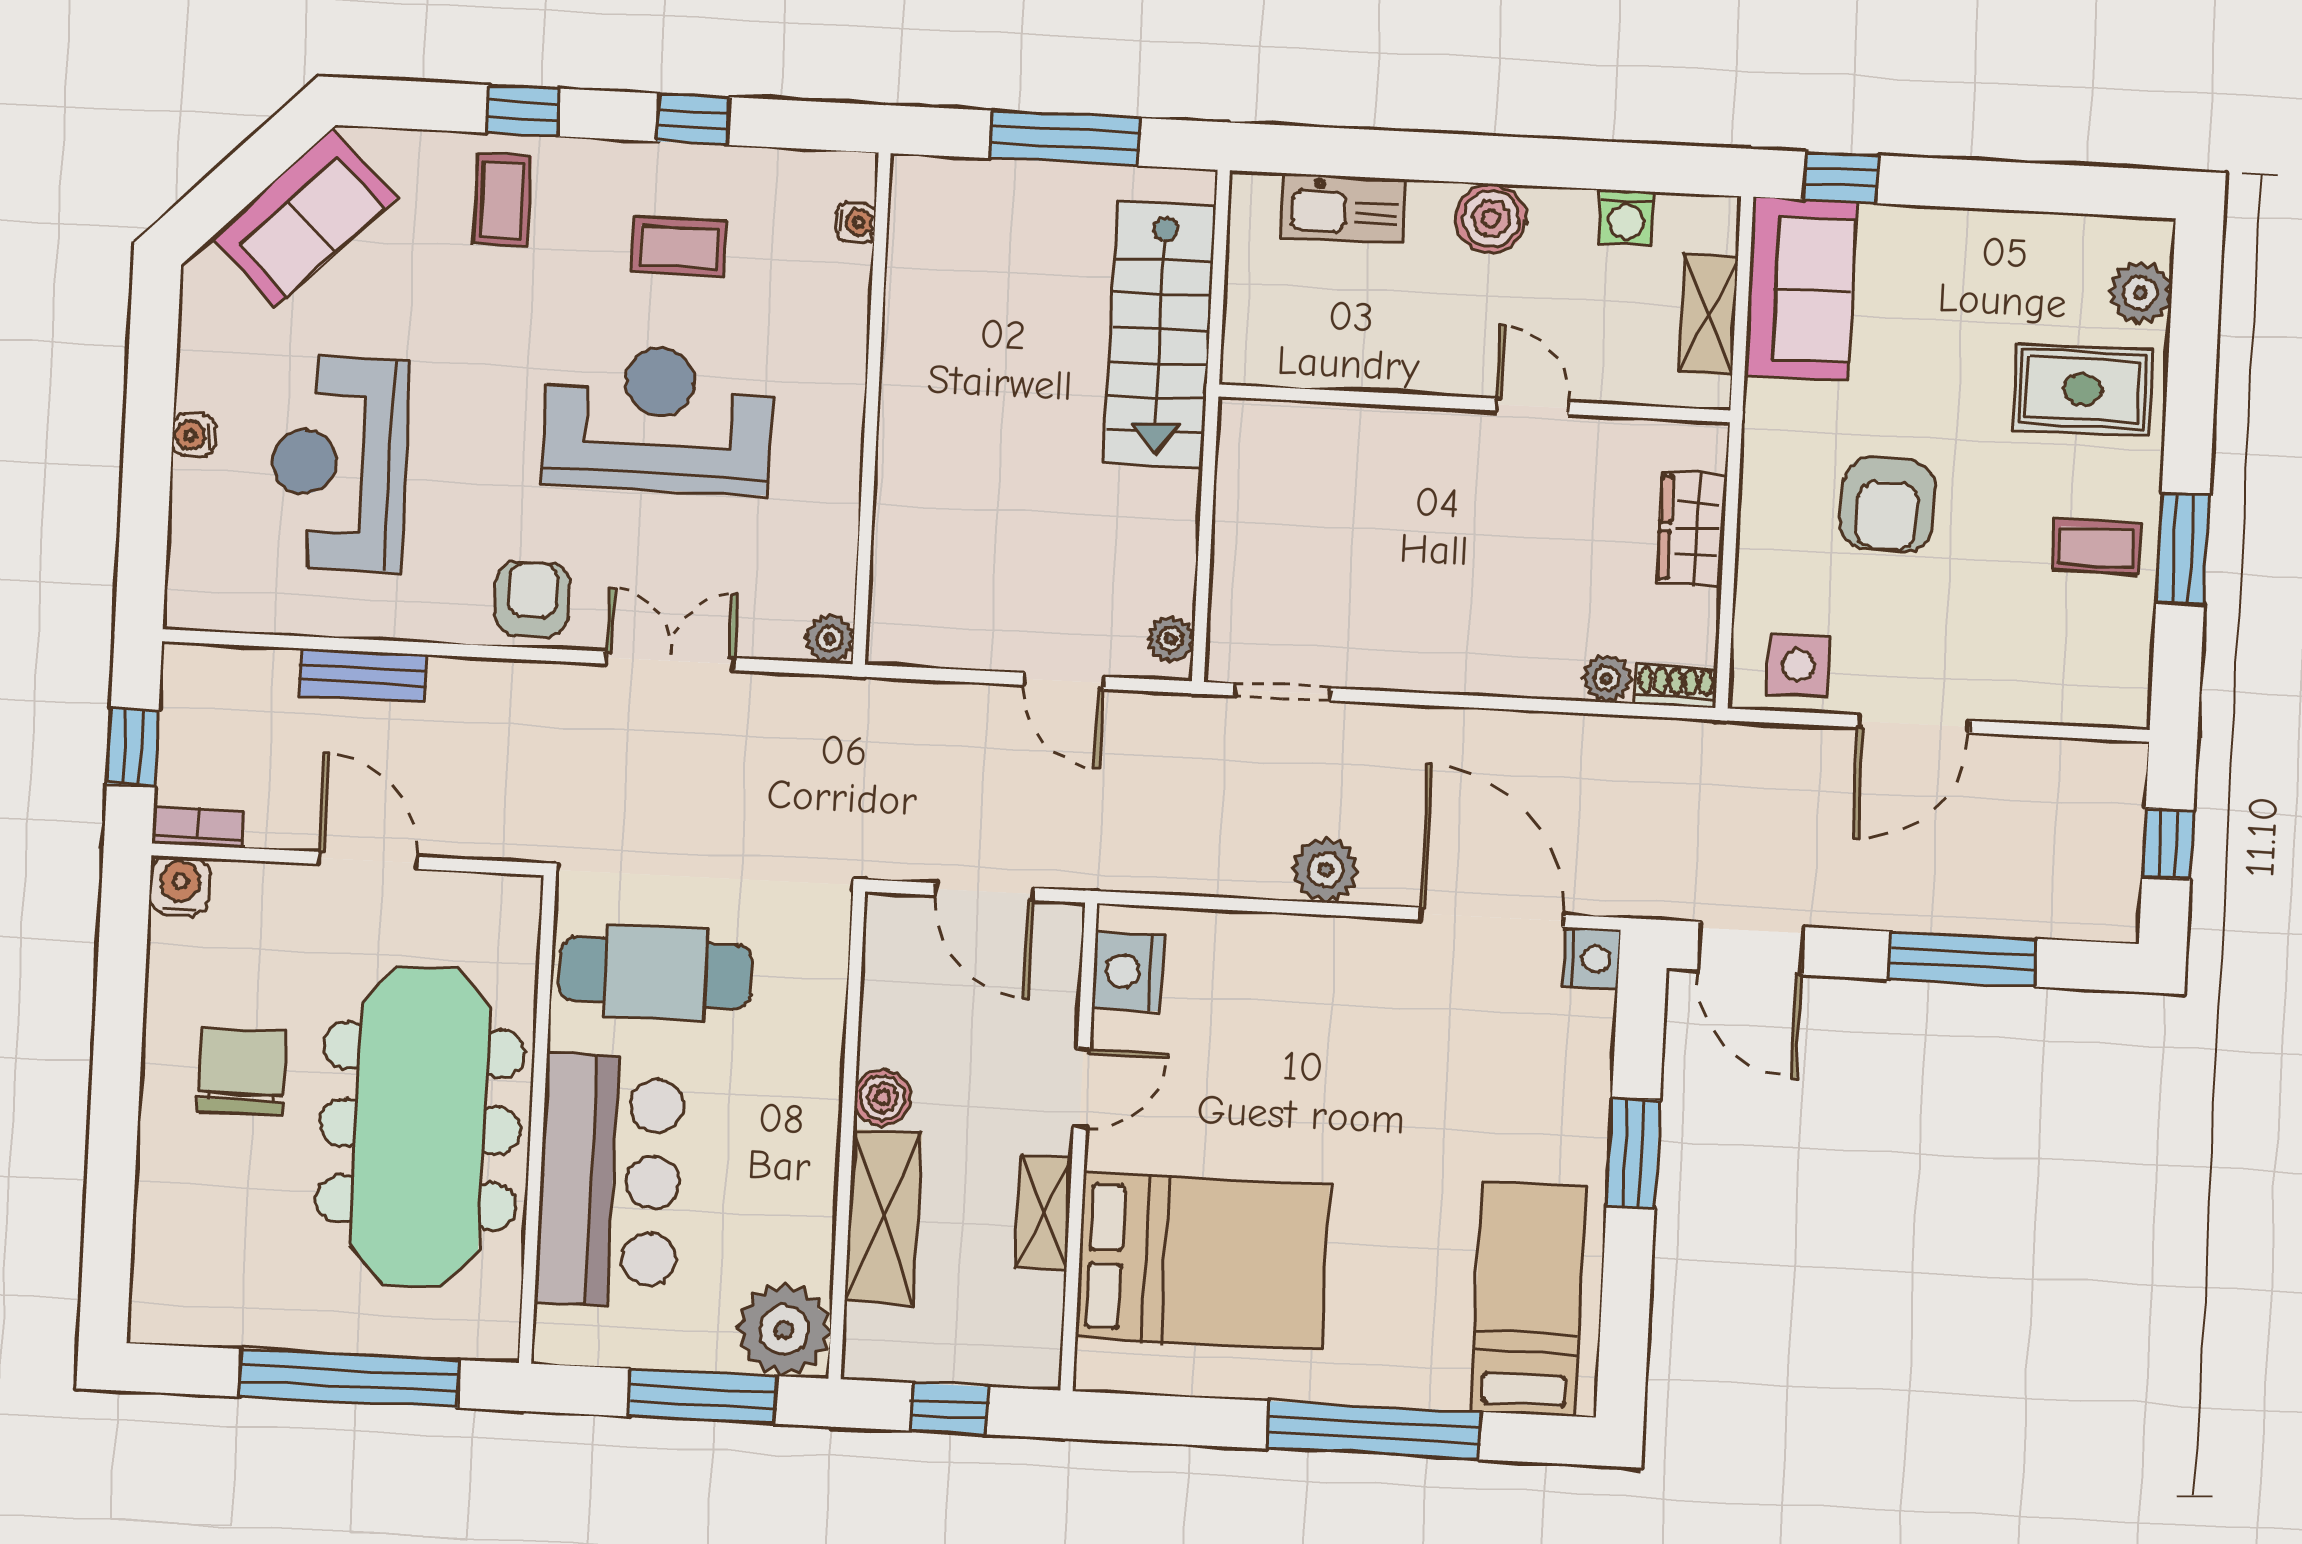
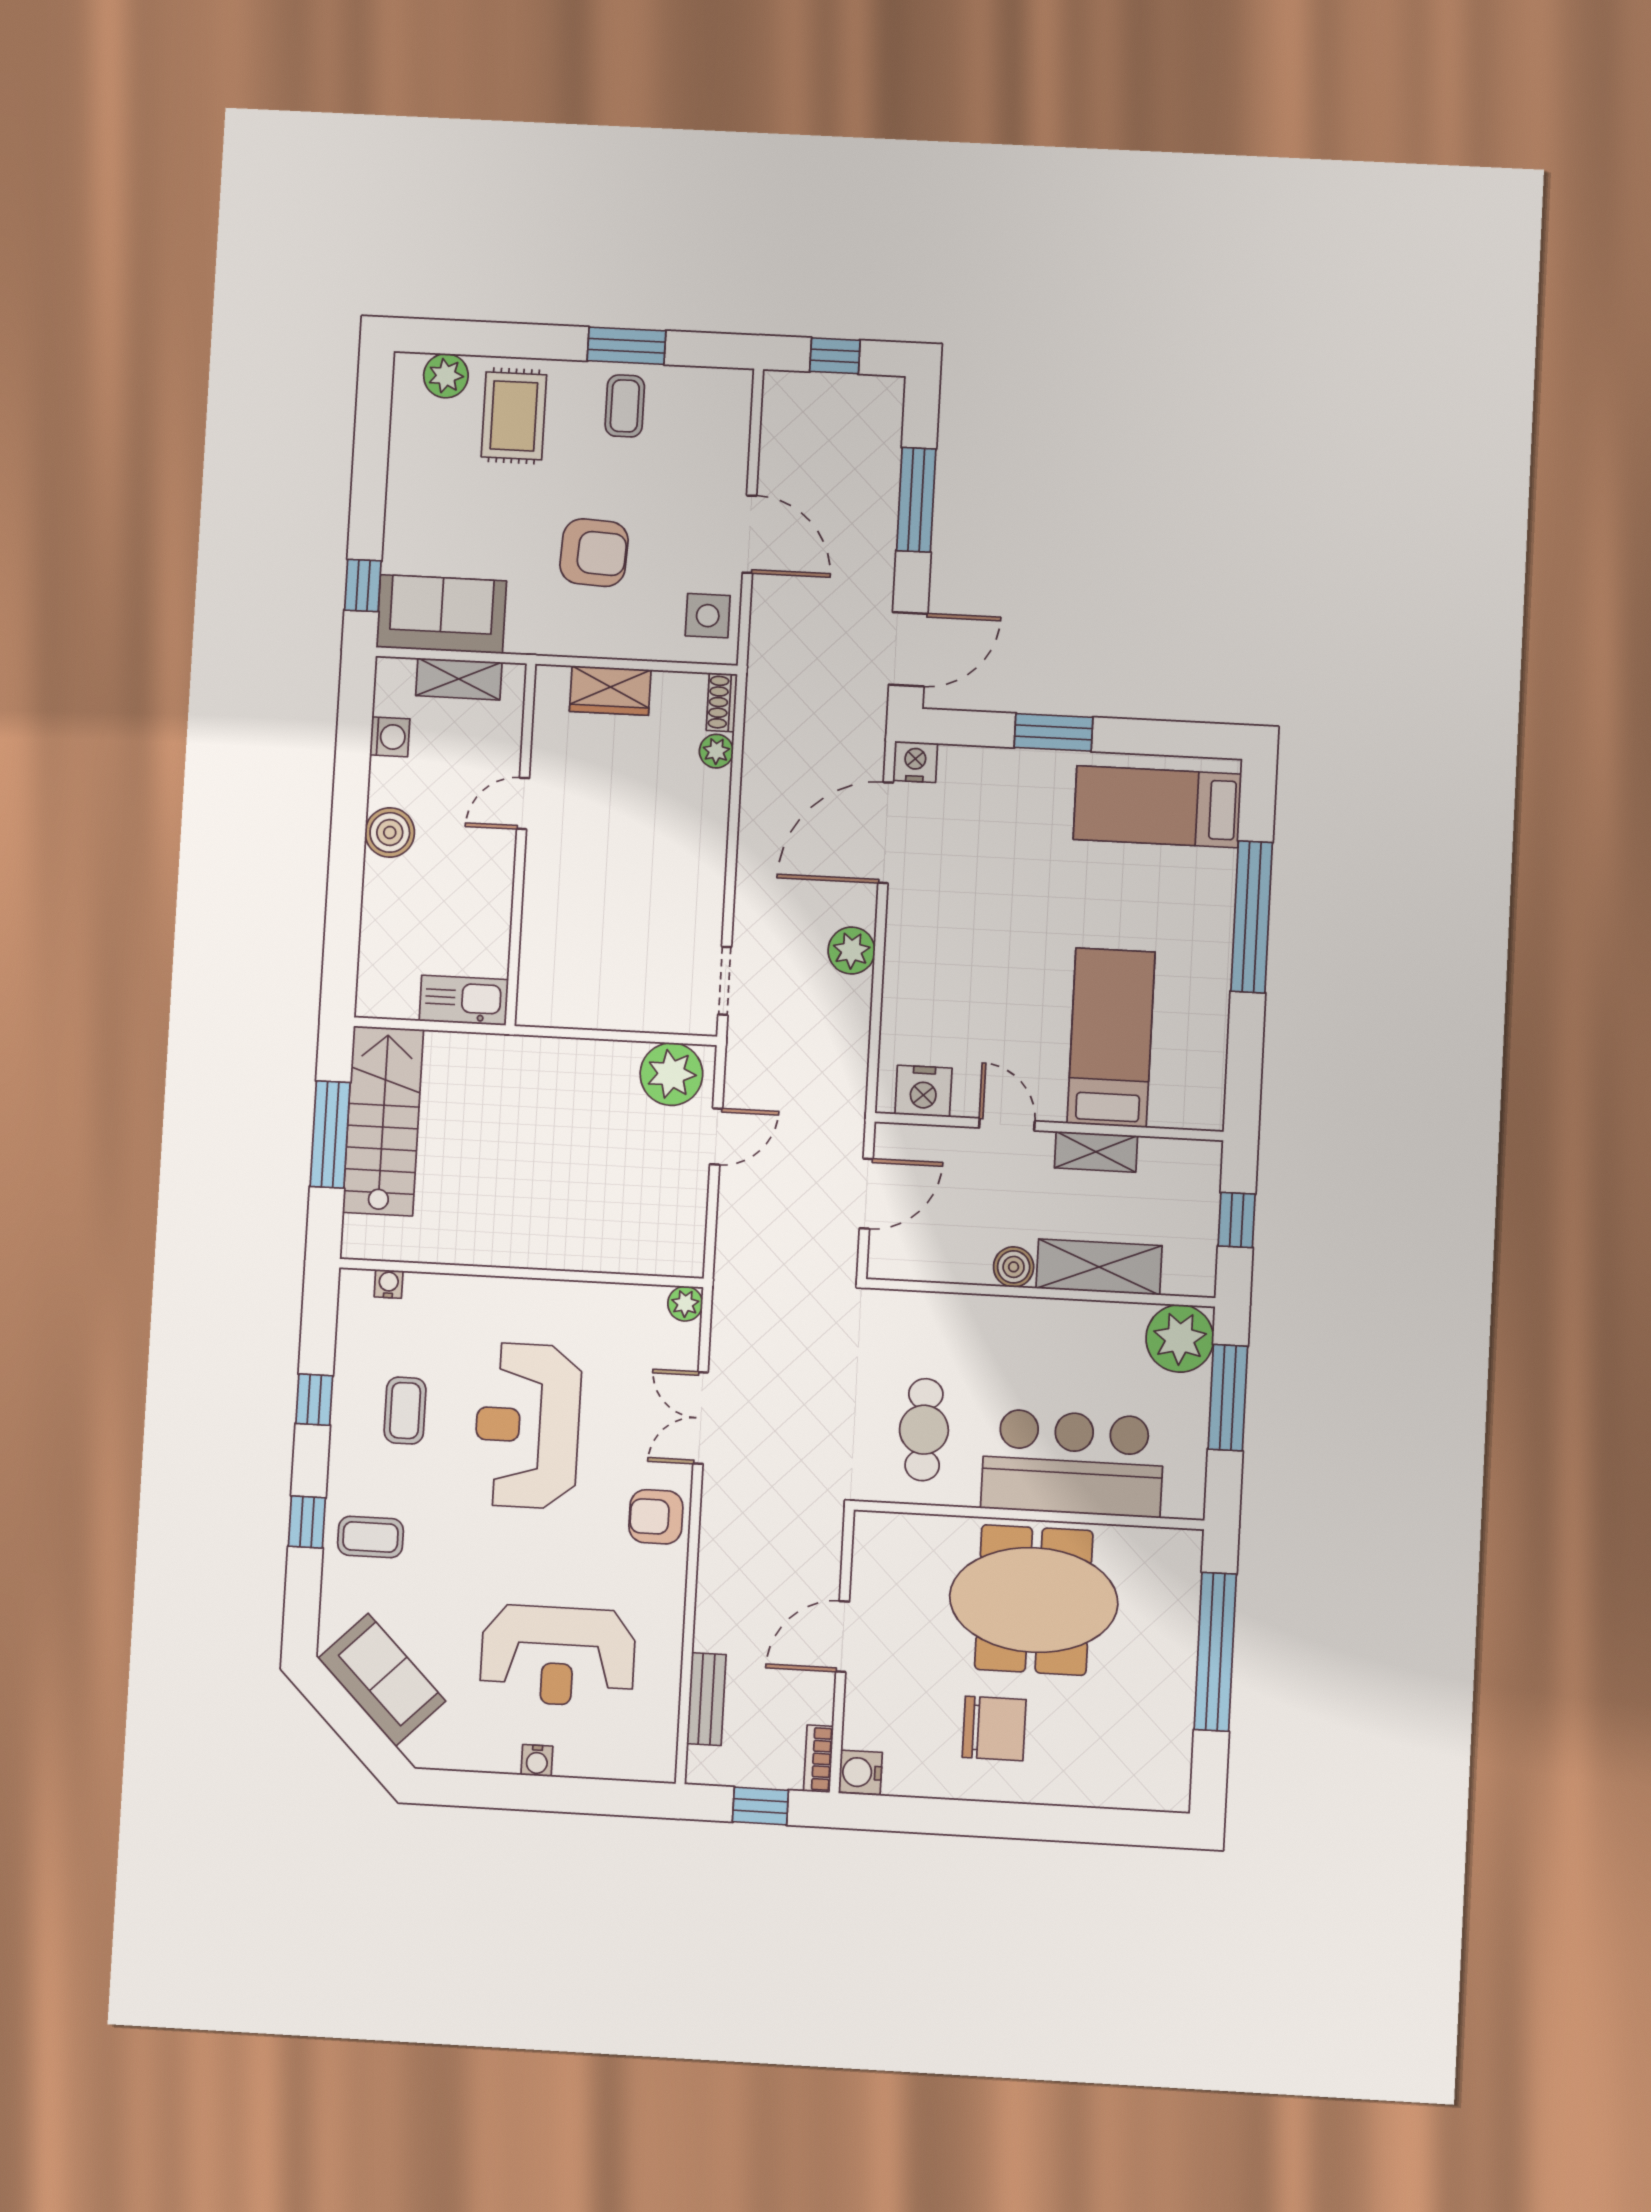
kitchen sink: (1343, 208) -> (464, 1000), moved, turned -90
stairs: (1160, 334) -> (383, 1121), moved, turned -90
plant: (1171, 639) -> (671, 1074), width x1.88, depth x1.88
bench: (363, 675) -> (706, 1699), moved
cafe table: (655, 973) -> (924, 1430), width x0.73, depth x0.74
chair: (242, 1072) -> (994, 1728), turned 180
meeting table: (420, 1126) -> (1034, 1600), width x0.73
bed: (1202, 1261) -> (1111, 1038), width x0.67

